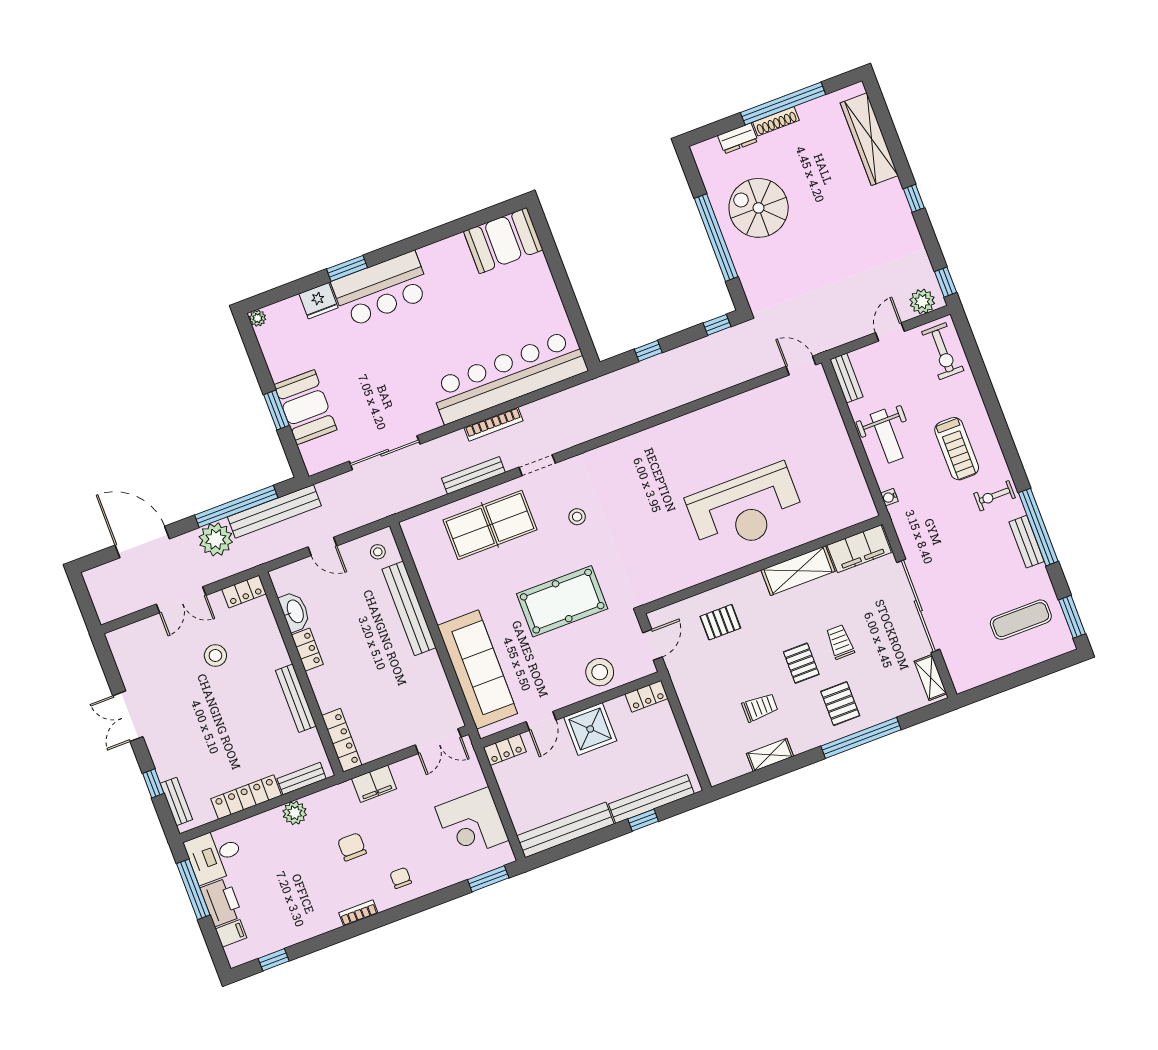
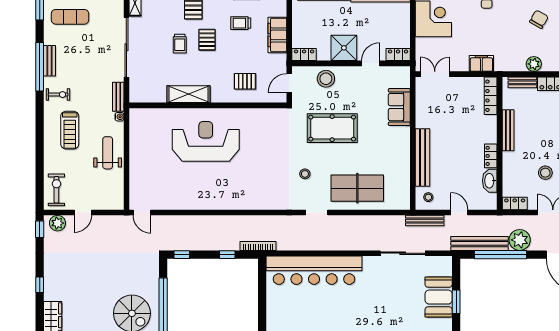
bench: (846, 378) -> (118, 97), moved
bookcase: (494, 424) -> (258, 246), moved
treadmill: (957, 449) -> (70, 130), turned 180
bench: (473, 475) -> (425, 221), moved
filing cabinet: (859, 549) -> (277, 35), moved, turned -90
sofa: (477, 669) -> (399, 107), width x0.54, depth x0.79
chair: (352, 847) -> (539, 19), moved, turned -150

